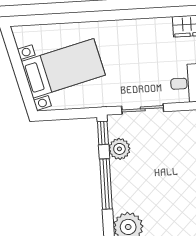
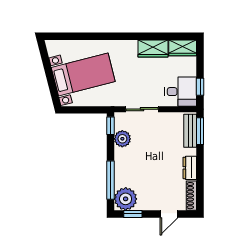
wardrobe: (152, 29) -> (153, 48), added
window: (106, 184) -> (111, 180), moved

